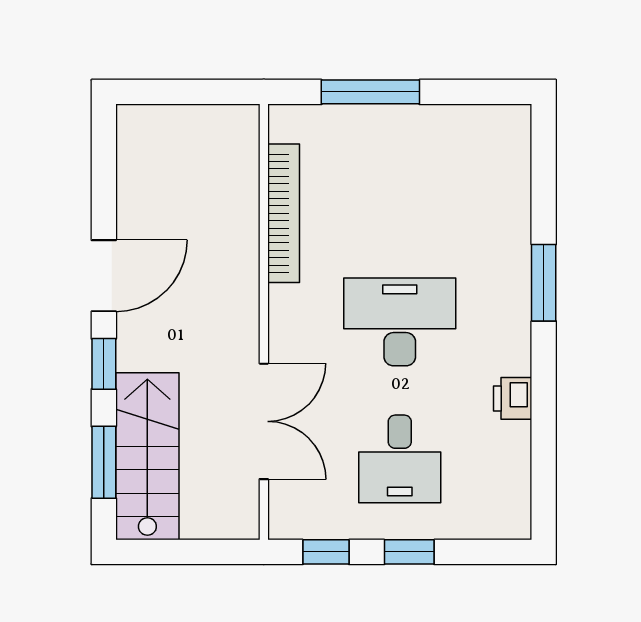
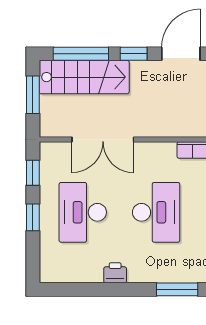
door: (104, 276) -> (181, 54), swing flipped
desk: (400, 459) -> (83, 212), width x1.37
window: (104, 462) -> (81, 54), width x1.44
window: (180, 552) -> (33, 95), added

